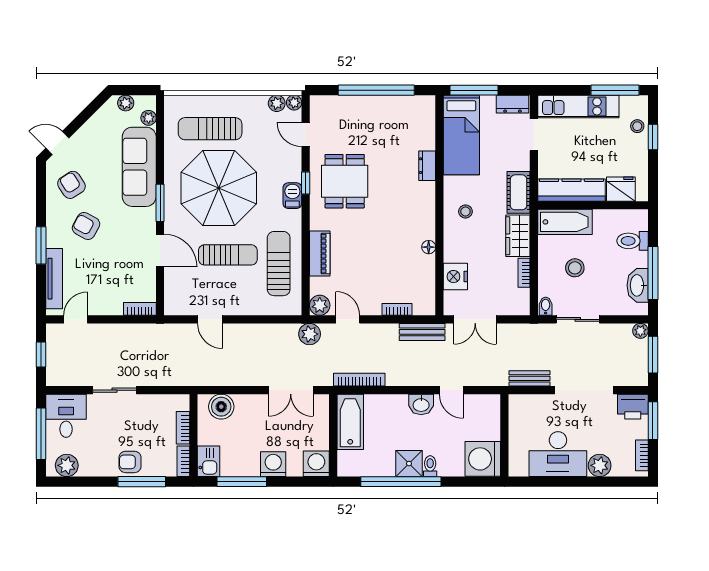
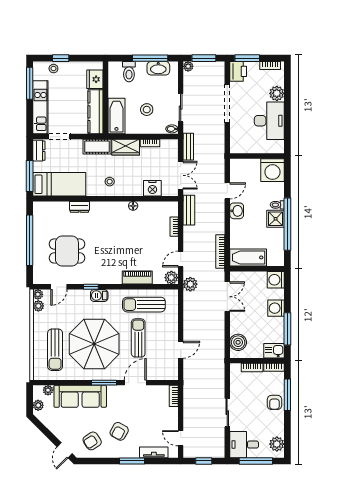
dining table: (345, 181) -> (67, 251), moved
tv unit: (54, 279) -> (154, 452), width x0.71
bench: (530, 378) -> (188, 147), moved

